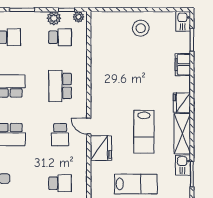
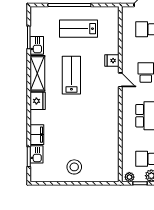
kitchen sink: (183, 21) -> (37, 154), moved
fridge: (101, 148) -> (112, 61), width x0.53, depth x0.75

